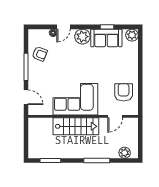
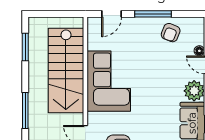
stairs: (76, 126) -> (66, 70), width x1.36, depth x1.51

